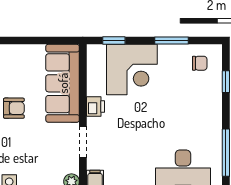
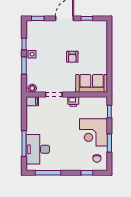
corner desk: (132, 70) -> (93, 132), moved
sofa: (63, 83) -> (92, 83), width x0.73

